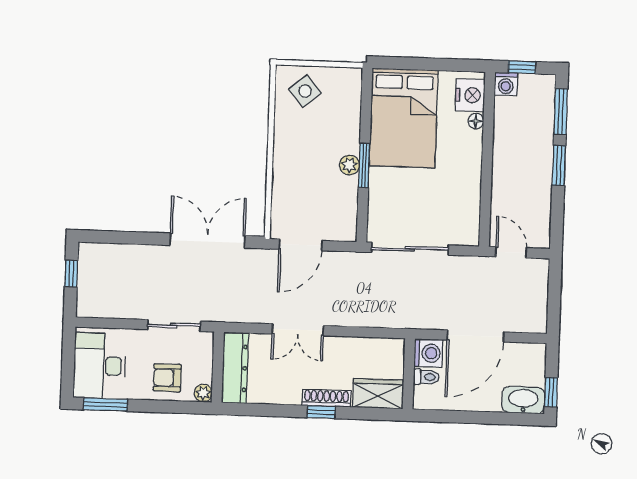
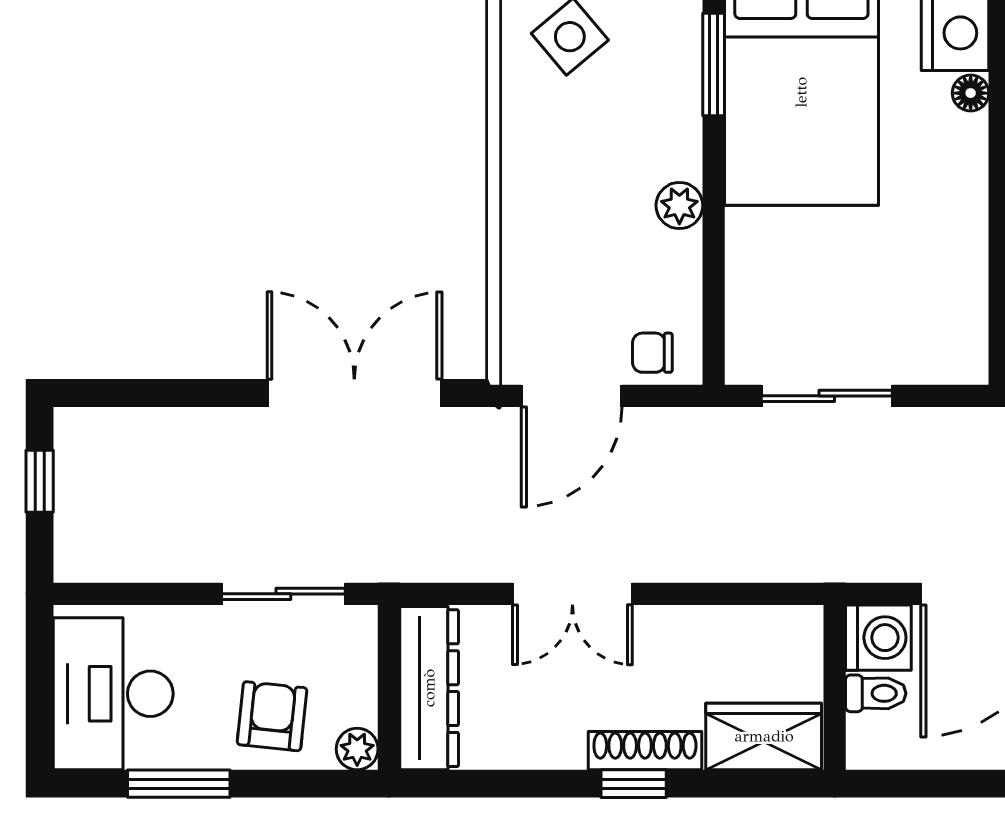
window: (364, 165) -> (714, 65), moved
chair: (336, 228) -> (652, 353), added
sliding door: (410, 249) -> (827, 396), width x0.73
armchair: (167, 378) -> (272, 716), turned 96
window: (105, 405) -> (179, 784), moved

